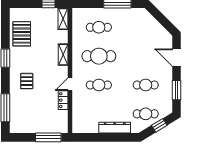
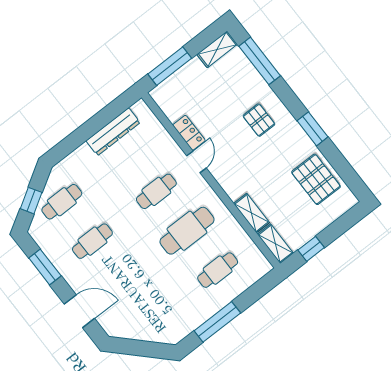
shelving: (63, 55) -> (252, 213), moved
shelving: (21, 128) -> (217, 49), added
dresser: (115, 128) -> (113, 132), moved

